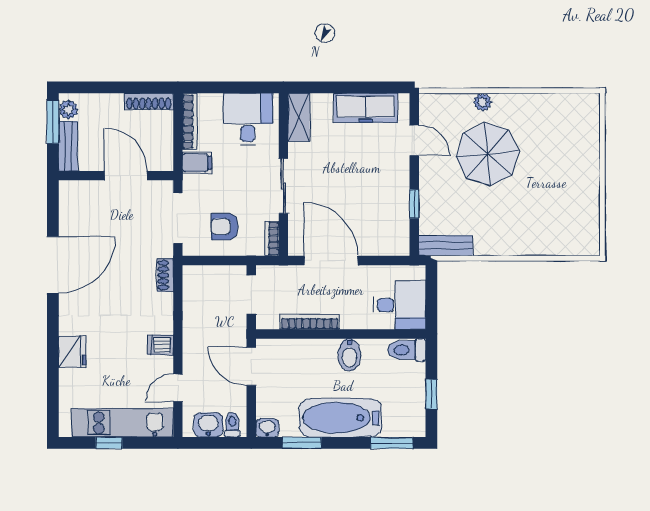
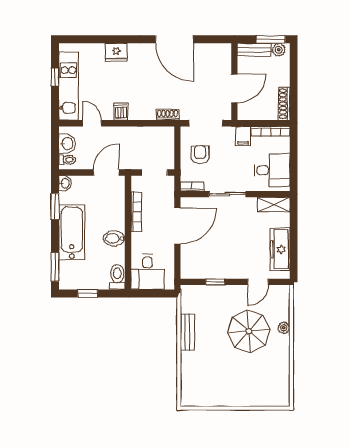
bench: (446, 246) -> (187, 332), moved

